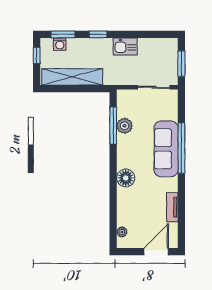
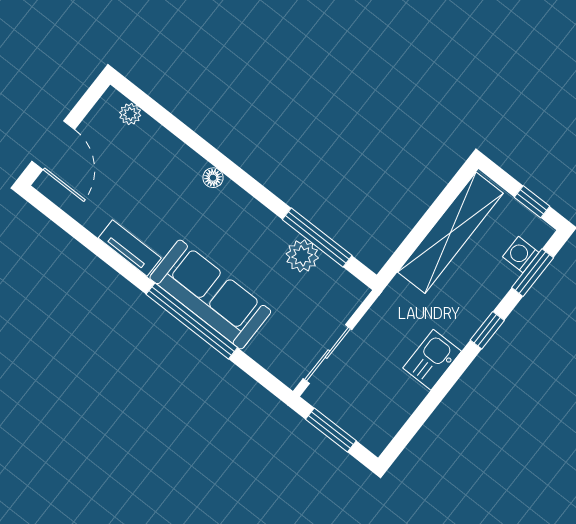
floor lamp: (126, 178) -> (213, 178), width x0.53, depth x0.53
tv unit: (172, 207) -> (130, 248), moved

